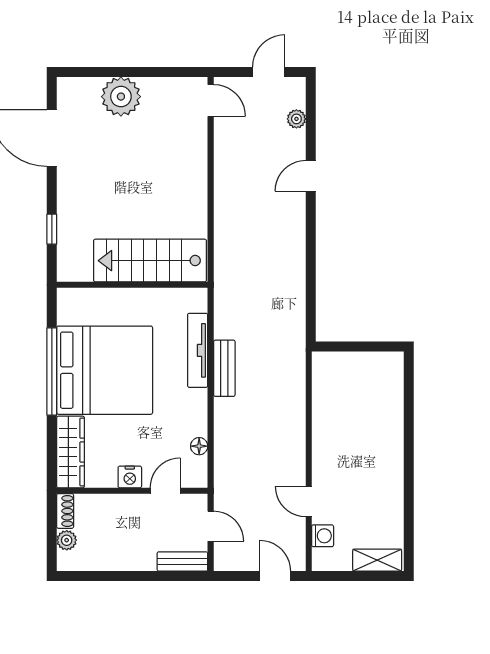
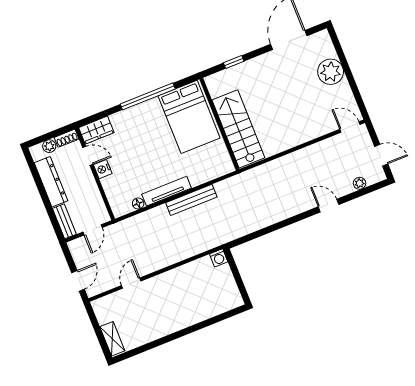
door: (211, 100) -> (350, 127), swing flipped
tv unit: (198, 350) -> (167, 191), moved
bench: (224, 368) -> (191, 200), width x1.36
bed: (105, 370) -> (189, 117), moved, width x0.73
wardrobe: (71, 452) -> (96, 130), width x0.67
door: (165, 491) -> (88, 156), moved
washing machine: (323, 536) -> (219, 258), moved
dresser: (118, 558) -> (51, 182), added

